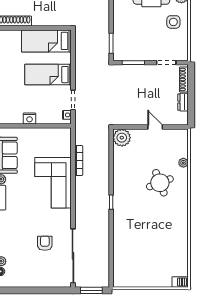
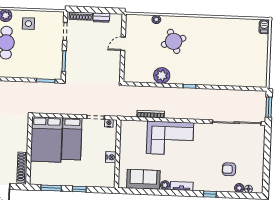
bed: (46, 41) -> (46, 139), width x1.50
plant: (122, 138) -> (162, 75), moved
armchair: (45, 243) -> (229, 169), moved

